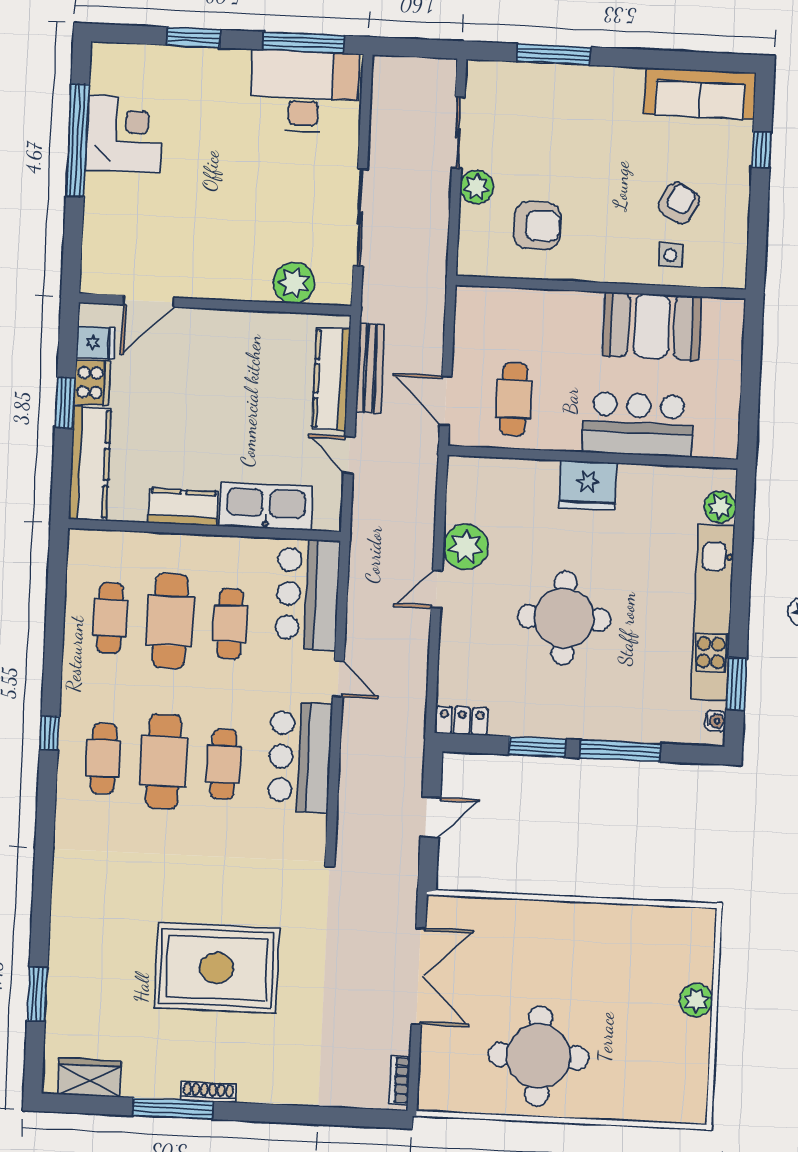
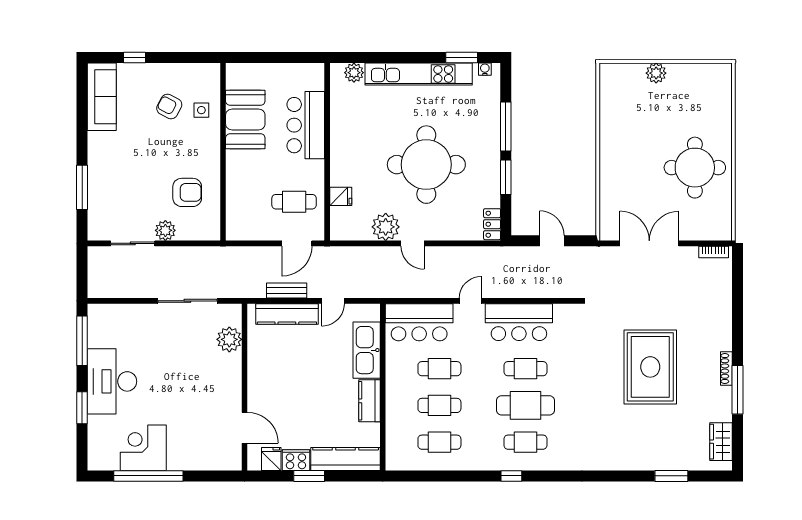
desk: (304, 92) -> (112, 381), moved
armchair: (537, 226) -> (187, 192), turned 90
bench: (370, 368) -> (287, 291), width x0.73
fridge: (588, 485) -> (341, 196), moved, width x0.53, depth x0.75
round table: (564, 618) -> (426, 165), width x1.36, depth x1.36
cafe table: (170, 621) -> (439, 405), width x0.73, depth x0.74

